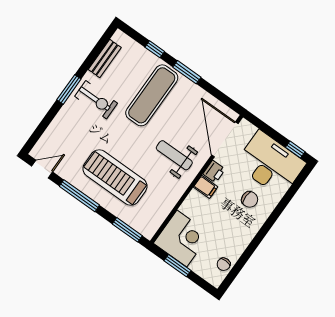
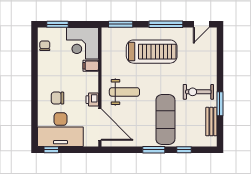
window: (69, 89) -> (220, 104), moved
filing cabinet: (206, 187) -> (91, 66), moved
window: (177, 266) -> (57, 24), moved

